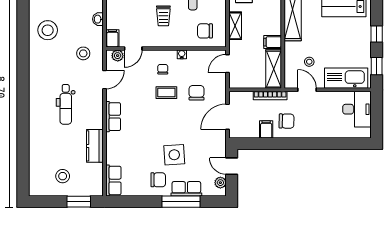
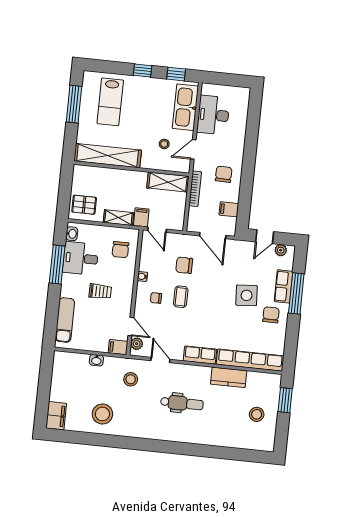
filing cabinet: (273, 42) -> (141, 217), moved, turned 180
desk: (357, 109) -> (213, 115), moved, turned -90
filing cabinet: (266, 129) -> (229, 209), moved
row of seats: (113, 181) -> (250, 360), width x2.02

